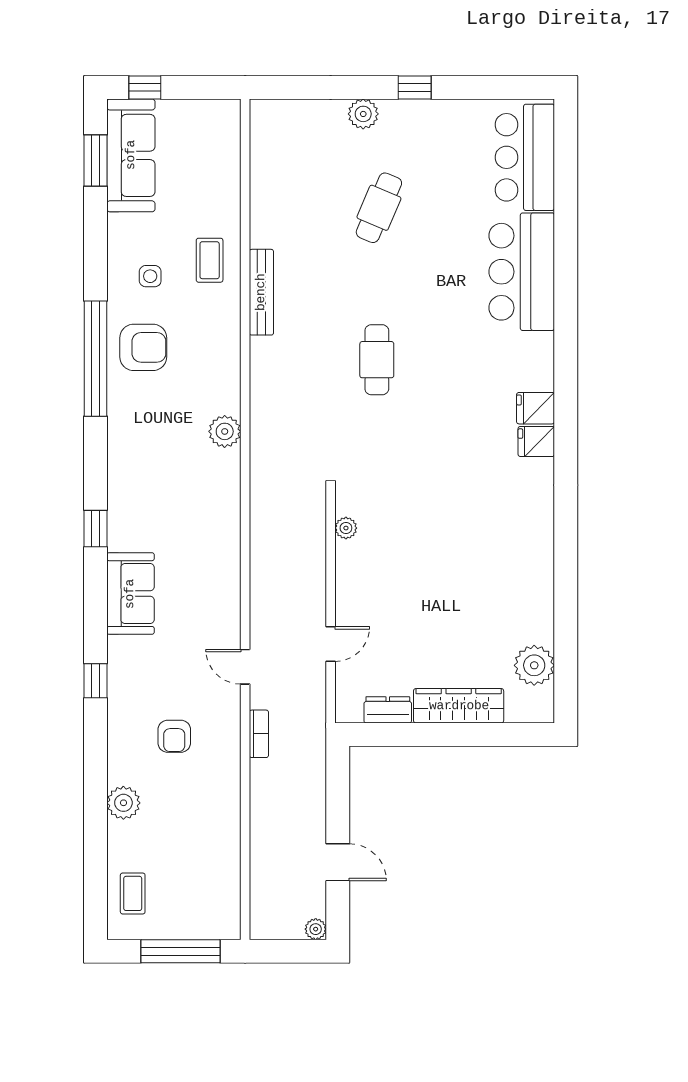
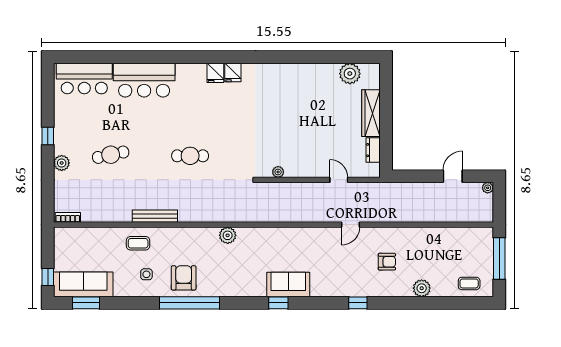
cafe table: (379, 208) -> (111, 155), turned -35
sofa: (130, 594) -> (288, 285), moved
bookcase: (259, 734) -> (68, 217), moved

